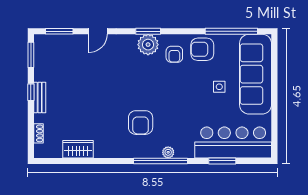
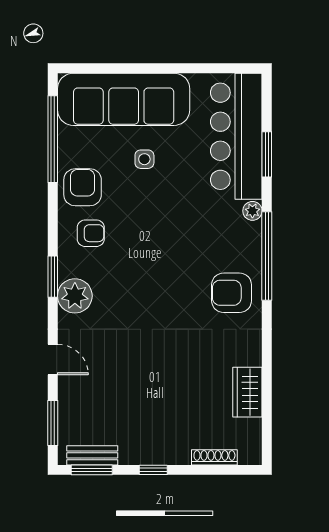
plant: (148, 45) -> (75, 296), moved
armchair: (202, 49) -> (83, 187), turned 180
bench: (40, 98) -> (92, 455), moved
armchair: (141, 123) -> (232, 293), moved, turned 180
shoe rack: (38, 133) -> (214, 457), width x1.43
plant: (168, 152) -> (252, 211), moved

